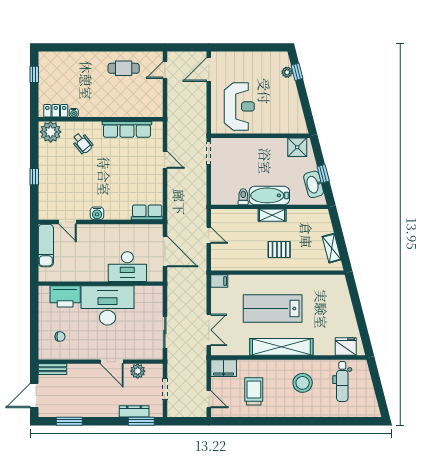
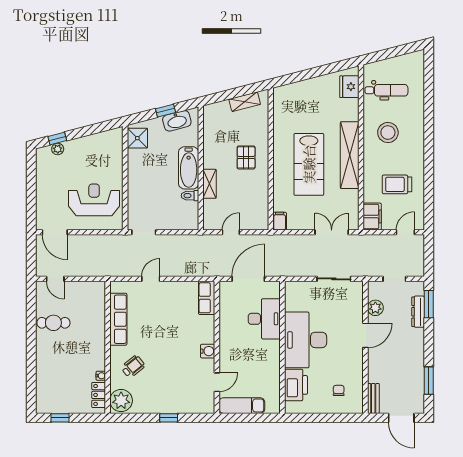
cafe table: (124, 68) -> (53, 323), turned 90
shelving: (272, 215) -> (210, 184), moved

